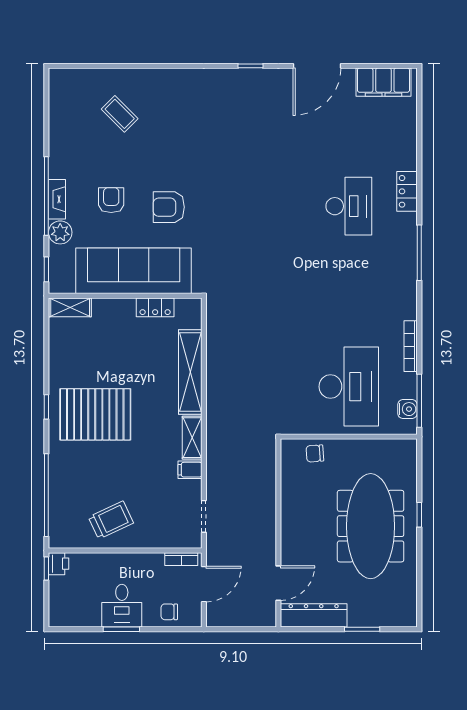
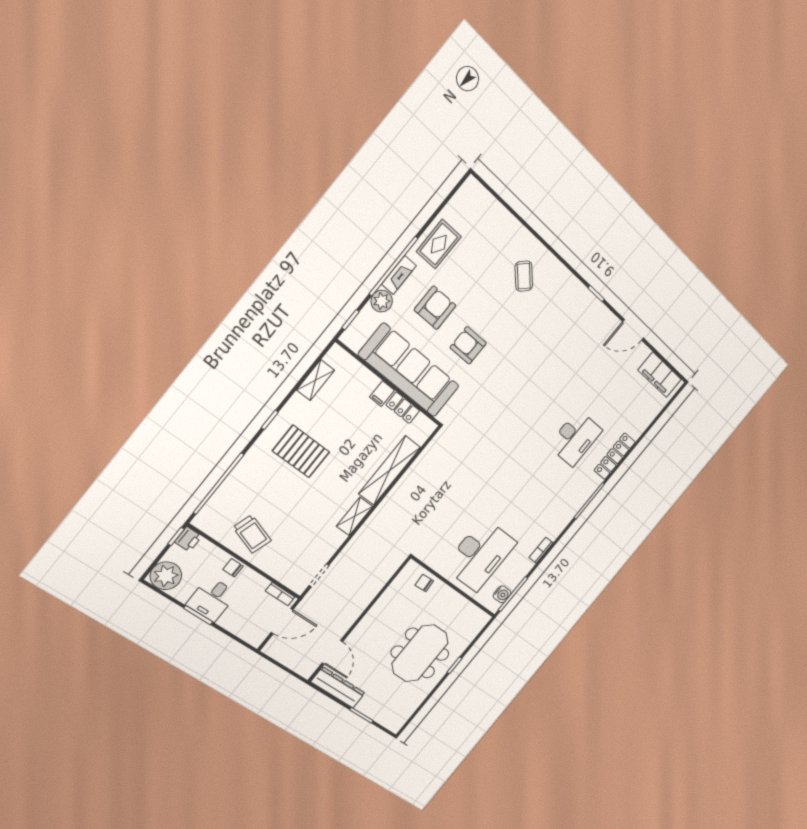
door: (317, 66) -> (633, 330), width x0.73
coffee table: (120, 114) -> (524, 276), moved
rug: (70, 146) -> (439, 244), added
locker: (407, 191) -> (615, 456), width x1.53
armchair: (111, 200) -> (435, 308), width x1.38, depth x1.38
shelving: (70, 307) -> (315, 380), moved, turned 90
bookcase: (411, 346) -> (541, 550), width x0.64
pallet: (95, 414) -> (301, 451), width x0.73, depth x0.71
filing cabinet: (190, 470) -> (382, 394), moved, turned -90
trolley: (111, 520) -> (252, 534), turned 43
meeting table: (371, 526) -> (420, 653), width x0.73
door: (278, 583) -> (332, 652), hinge flipped
plant: (65, 611) -> (166, 576), added
chair: (169, 612) -> (233, 568), moved

